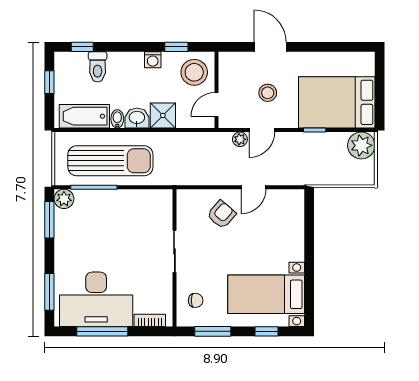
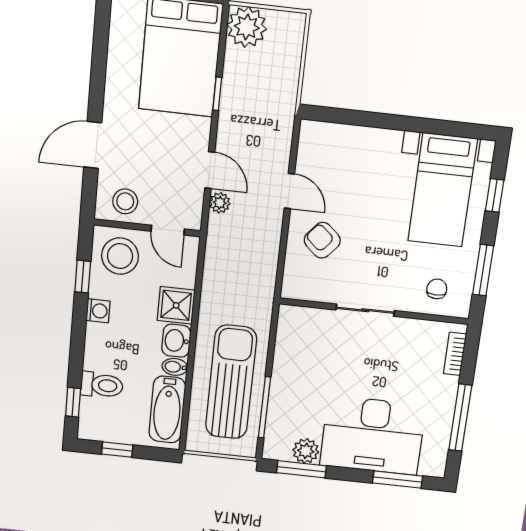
stool: (268, 93) -> (125, 201), moved
plant: (64, 199) -> (306, 451), moved
desk: (96, 299) -> (373, 435), moved, turned 90

